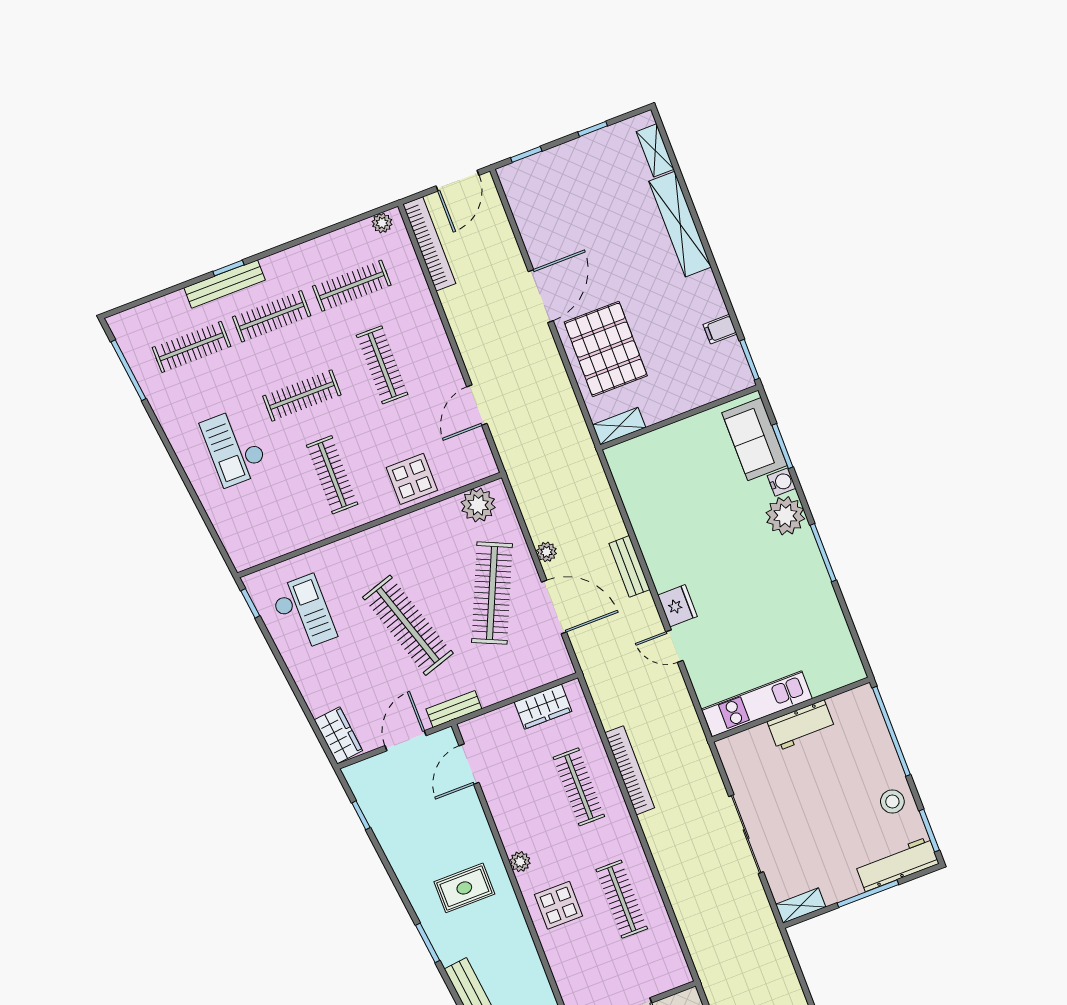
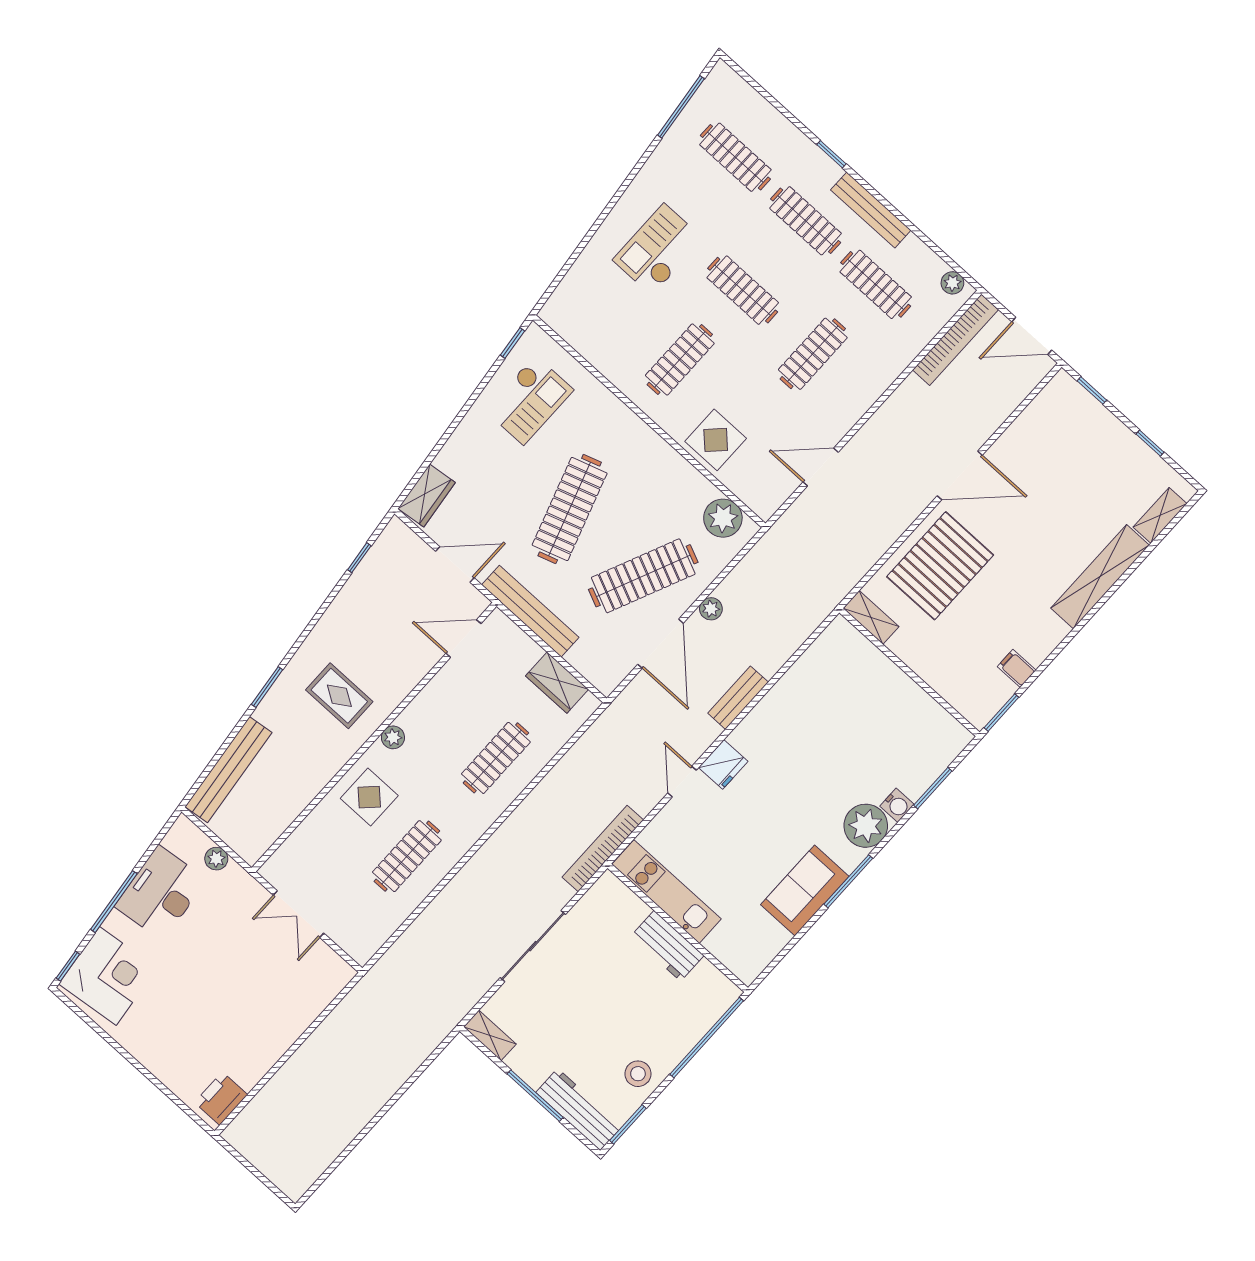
bench: (225, 284) -> (871, 210), moved
sofa: (755, 439) -> (805, 890), moved
bench: (454, 709) -> (530, 611), width x1.86, depth x1.21
bookcase: (630, 770) -> (603, 849), moved, turned 180

